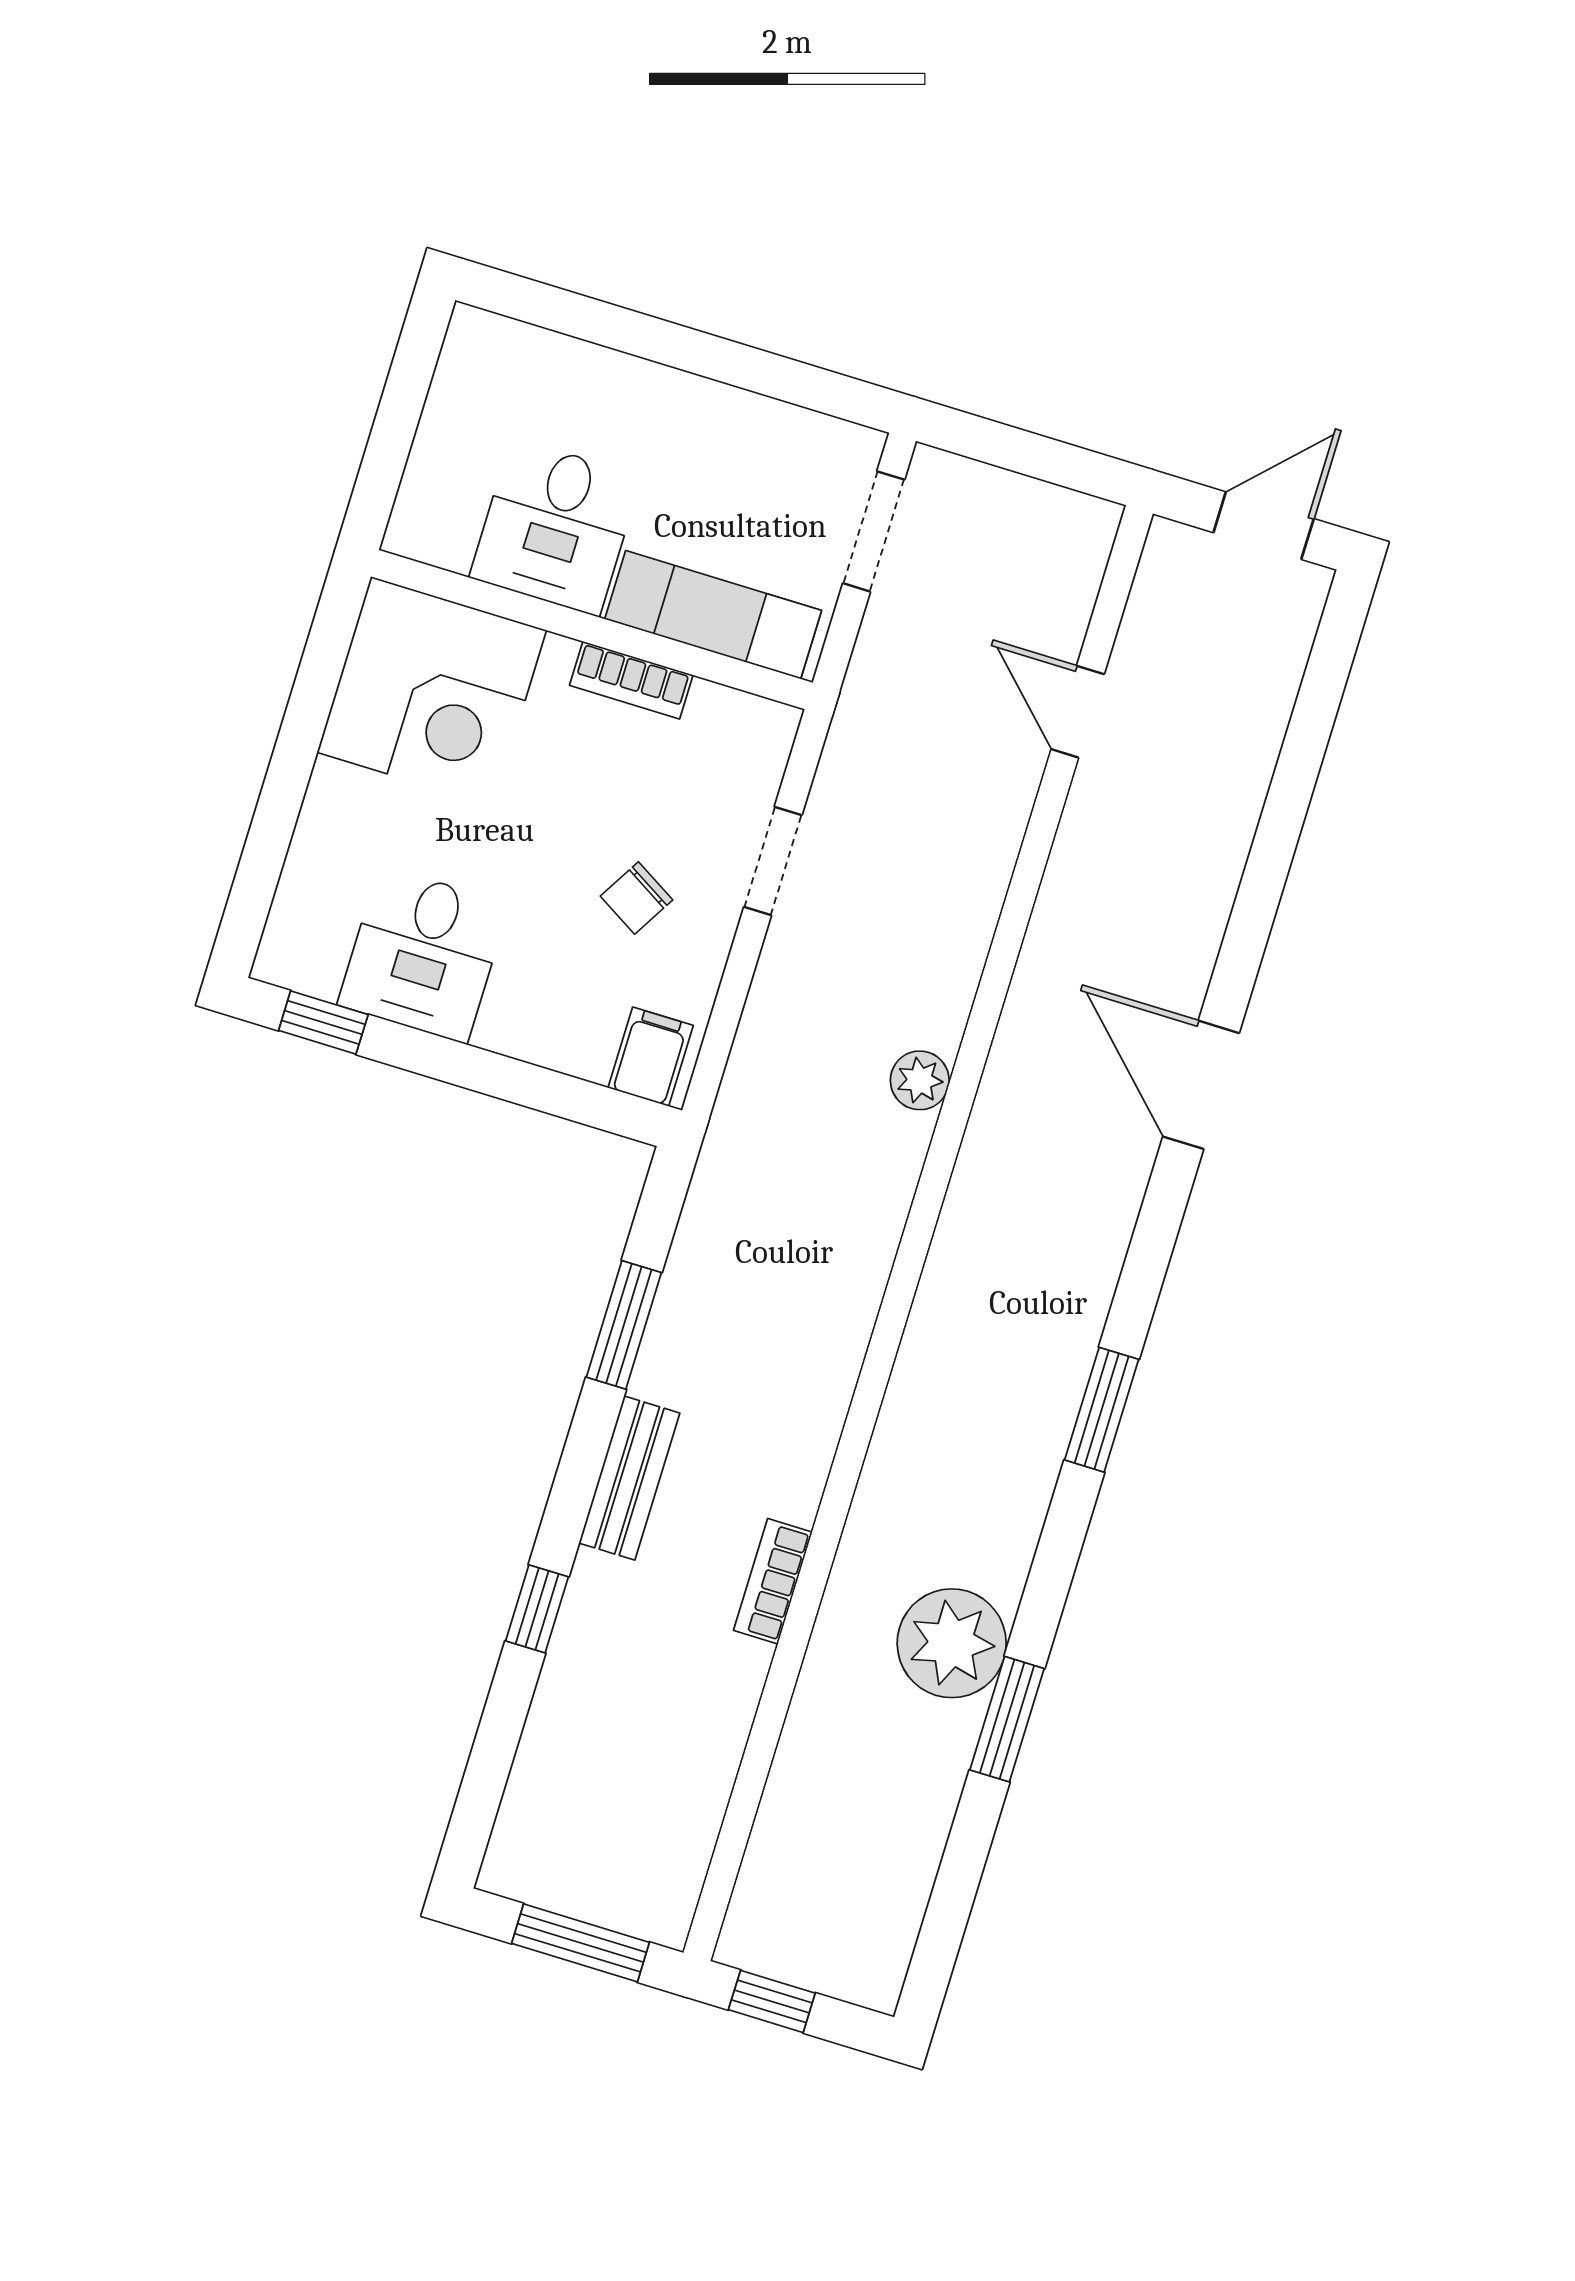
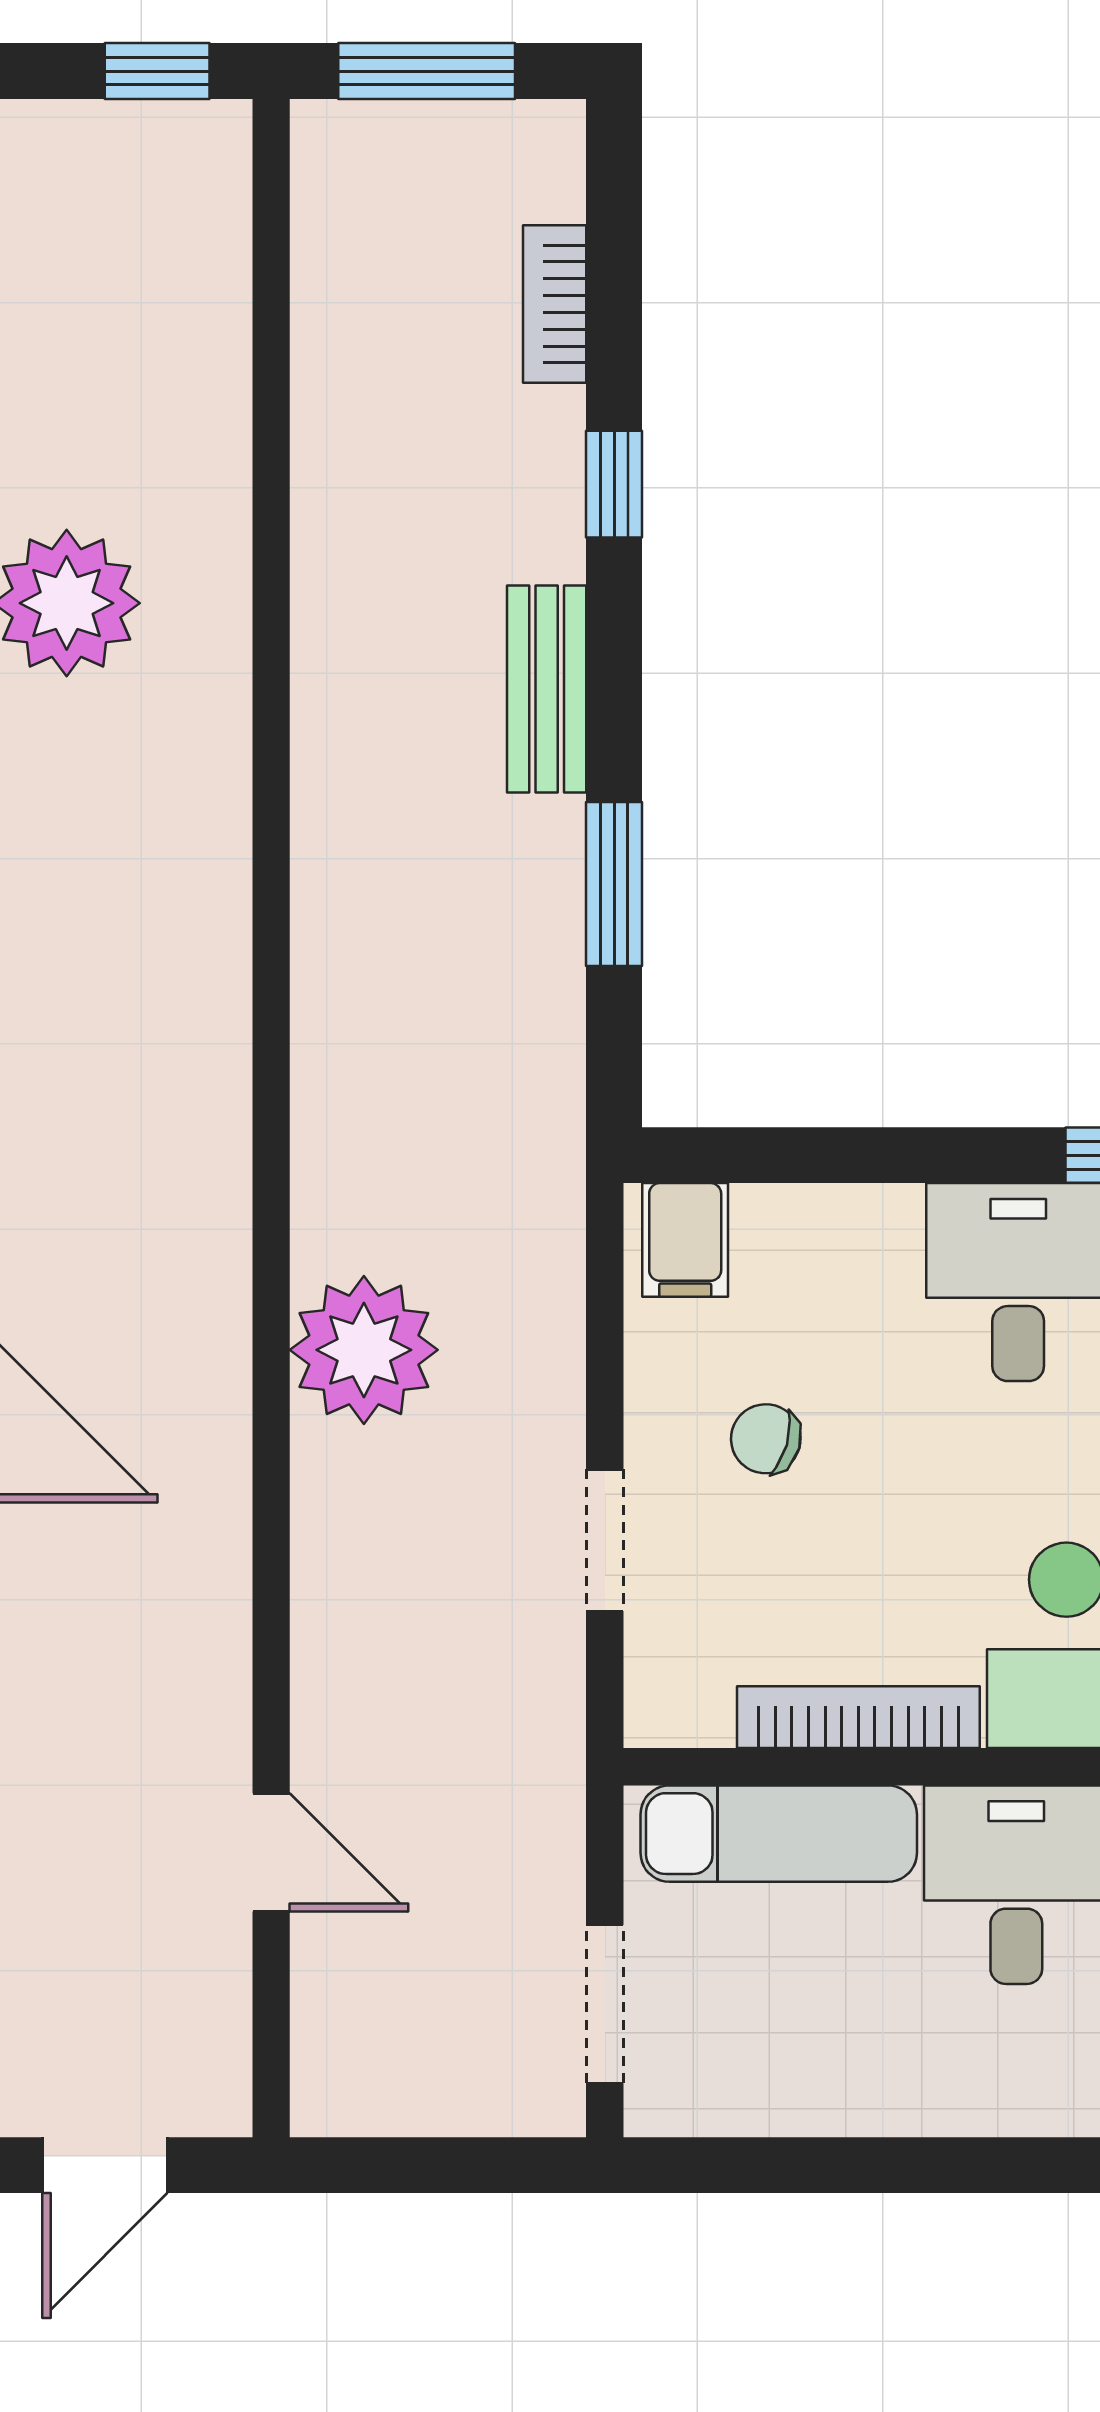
bookcase: (631, 680) -> (858, 1717), width x1.56
chair: (637, 898) -> (766, 1439), turned -105
plant: (920, 1080) -> (364, 1350), width x1.87, depth x1.87
bookcase: (773, 1581) -> (555, 304), moved, turned 180

